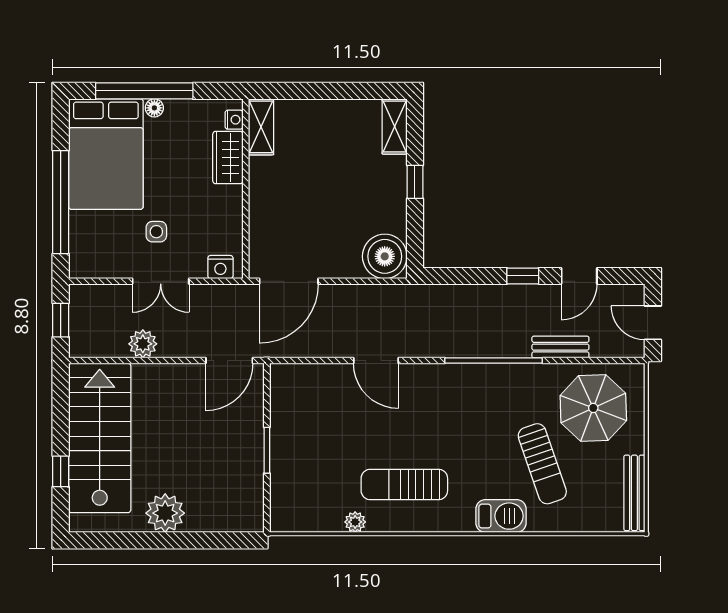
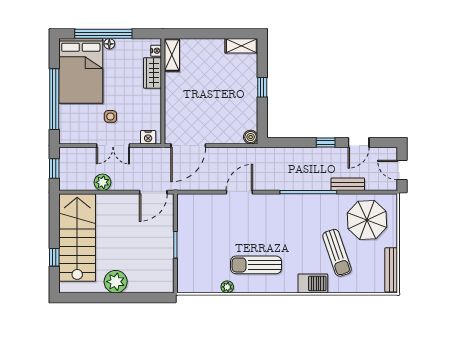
shelving: (395, 126) -> (241, 46), moved, turned 90
boiler: (385, 256) -> (251, 137), width x0.54, depth x0.54
door: (376, 361) -> (239, 192), swing flipped

